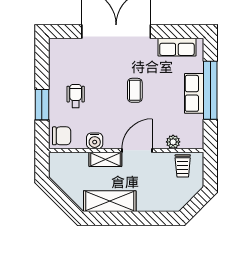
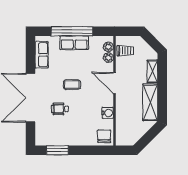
wheelchair: (76, 96) -> (60, 109), moved
window: (42, 105) -> (57, 150), moved
plant: (188, 142) -> (108, 47), added
shelving: (105, 159) -> (152, 71), moved

